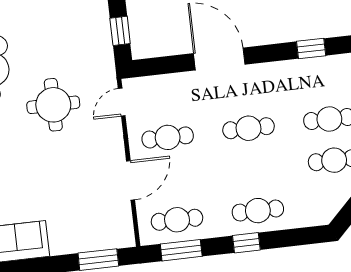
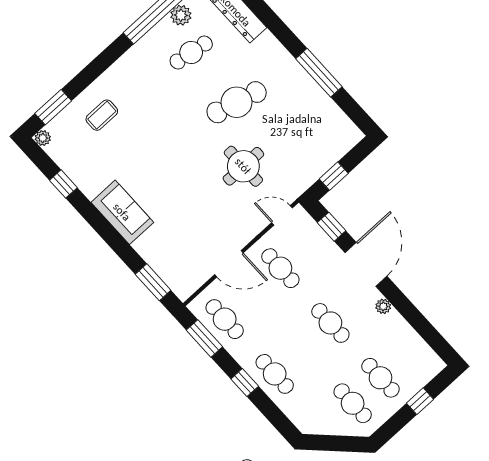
window: (311, 49) -> (332, 227), moved
plant: (268, 71) -> (383, 306), added

